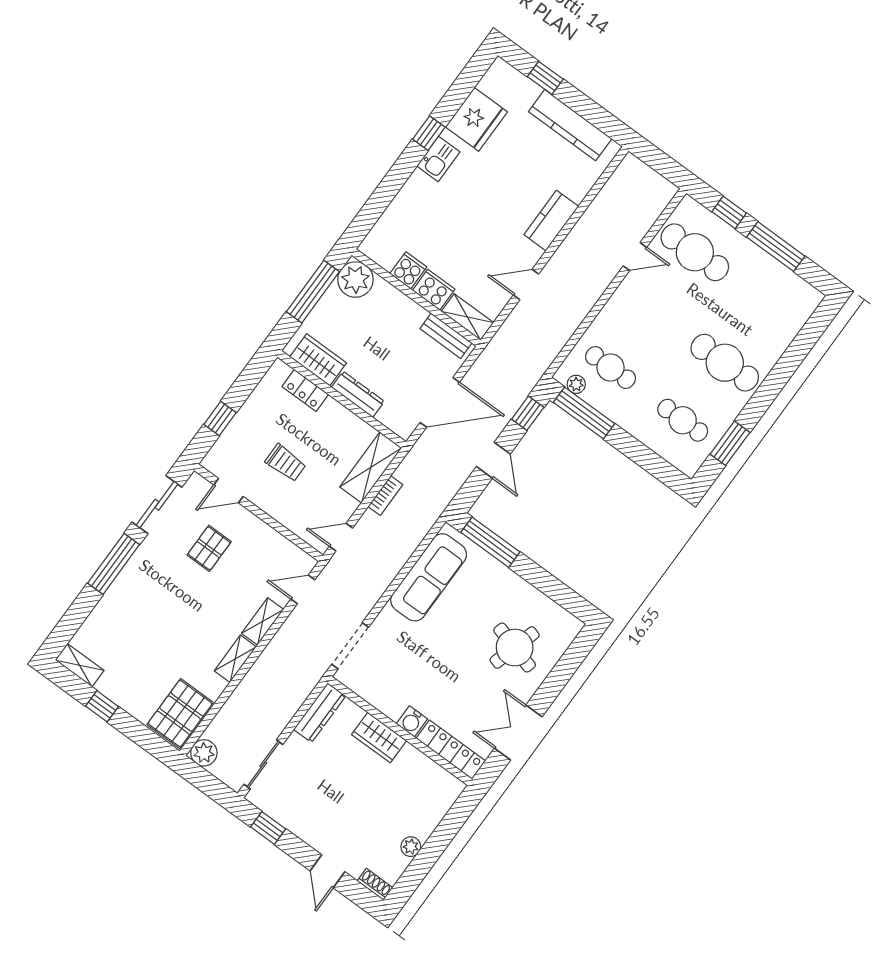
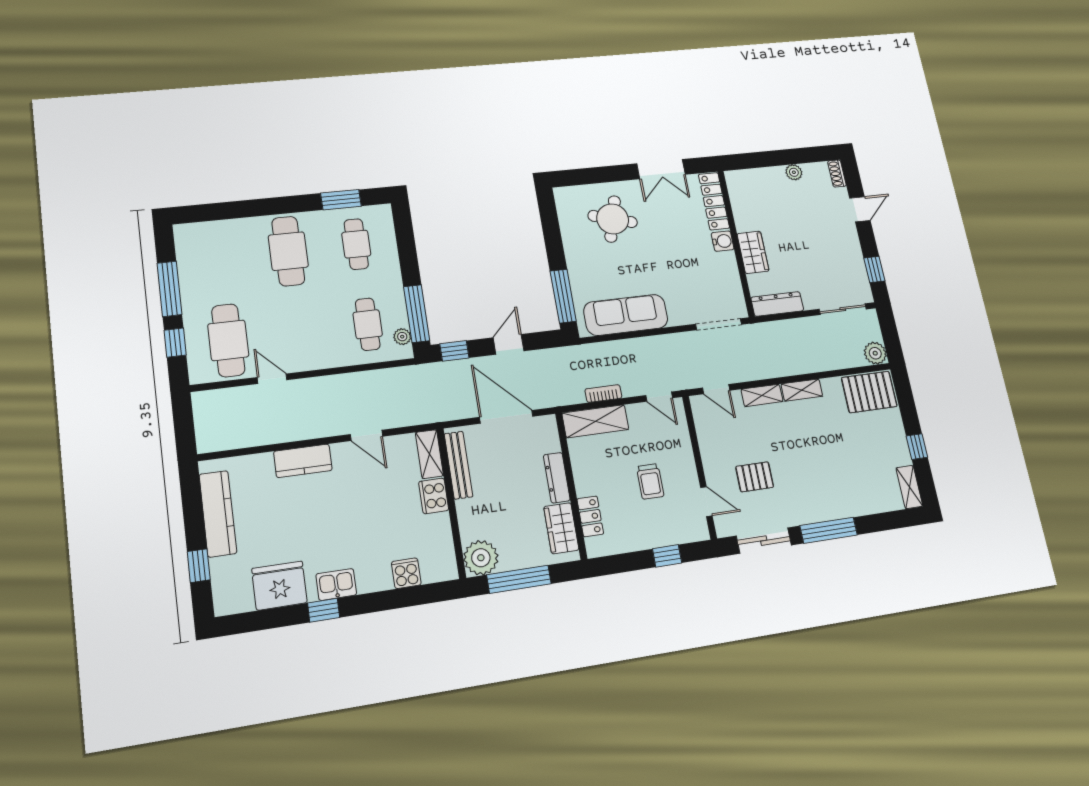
cooker: (408, 270) -> (406, 573), moved, turned 90
bench: (446, 336) -> (458, 465), width x1.36
trolley: (286, 463) -> (650, 481), turned 180

